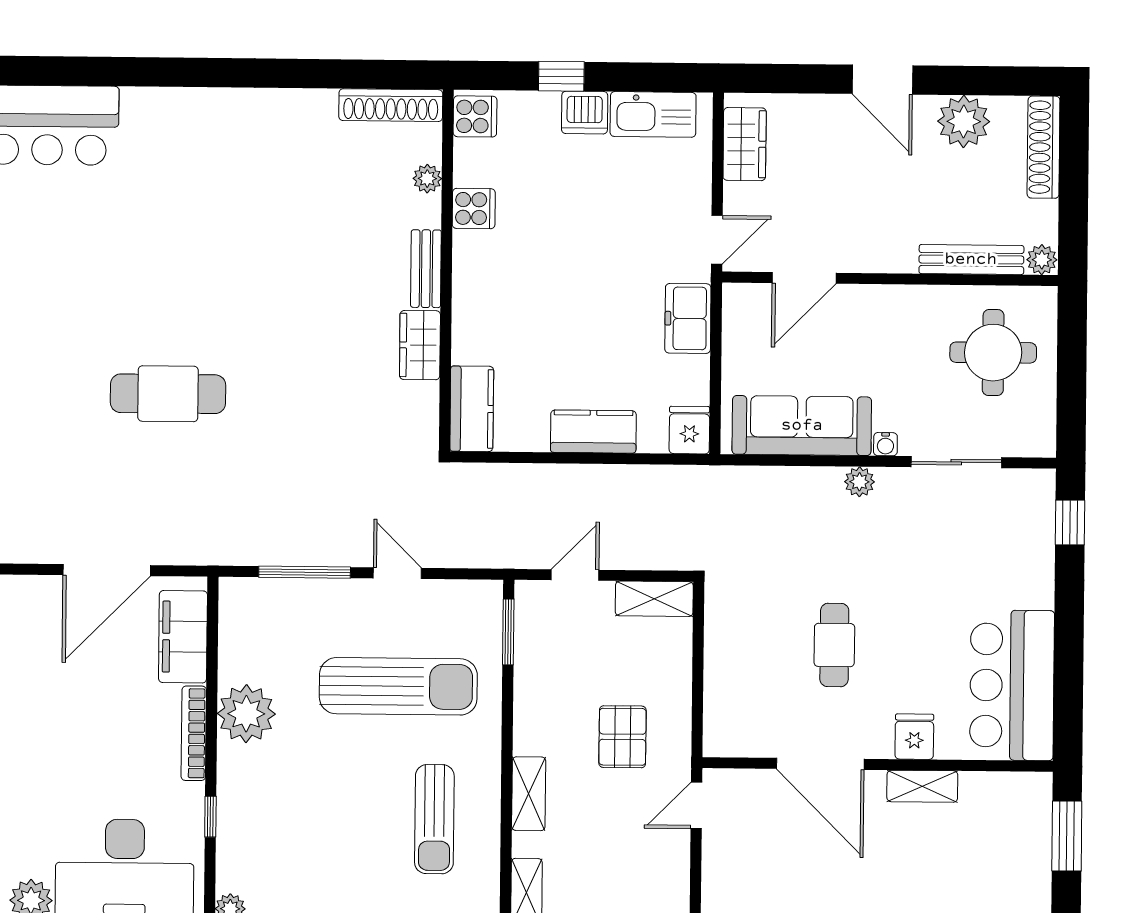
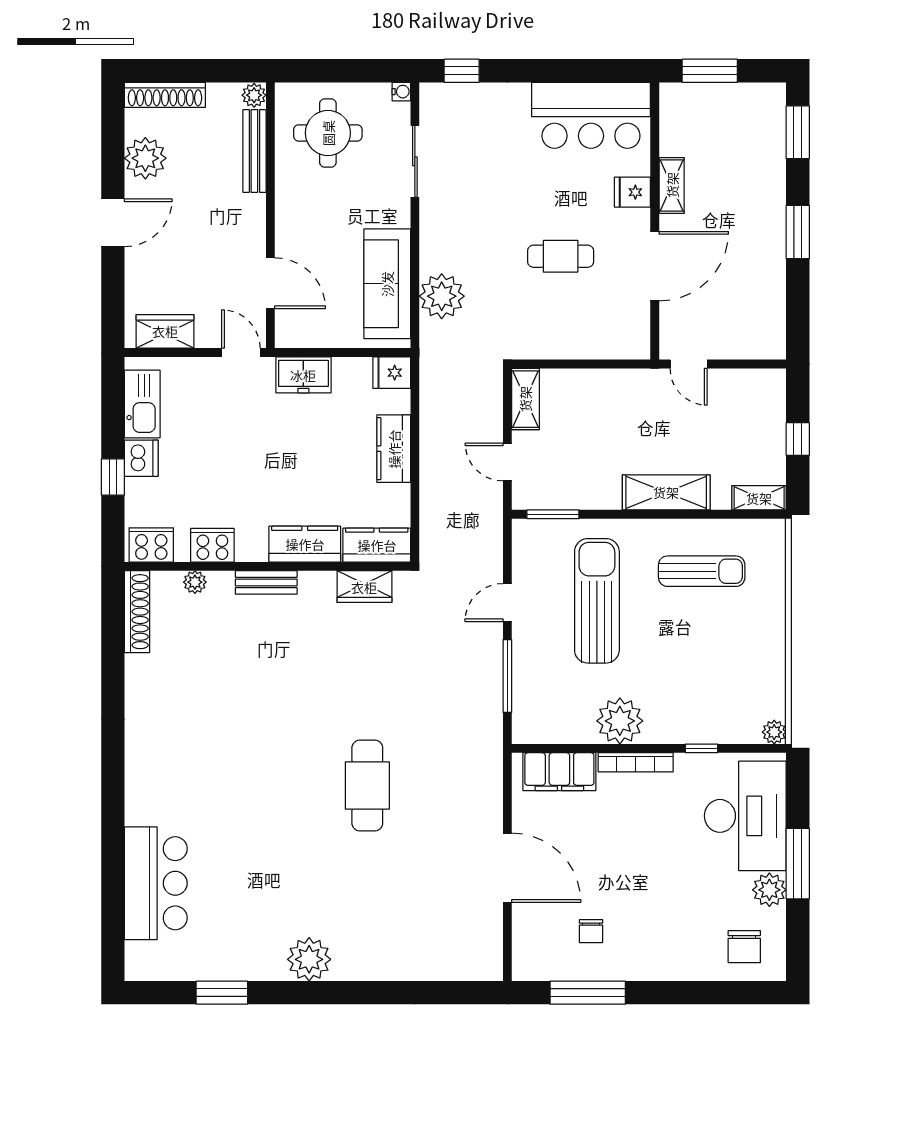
cooker: (475, 116) -> (151, 545), width x1.36
cooker: (474, 209) -> (212, 545), width x1.36
kitchen counter: (474, 318) -> (305, 544), added
wardrobe: (420, 345) -> (364, 587), moved
water cooler: (885, 444) -> (401, 92), moved
plant: (859, 482) -> (442, 296), moved, width x1.87, depth x1.87
door: (107, 570) -> (507, 868), moved
pallet: (622, 737) -> (635, 423), removed
shelving: (529, 794) -> (666, 492), width x1.50, depth x1.33

